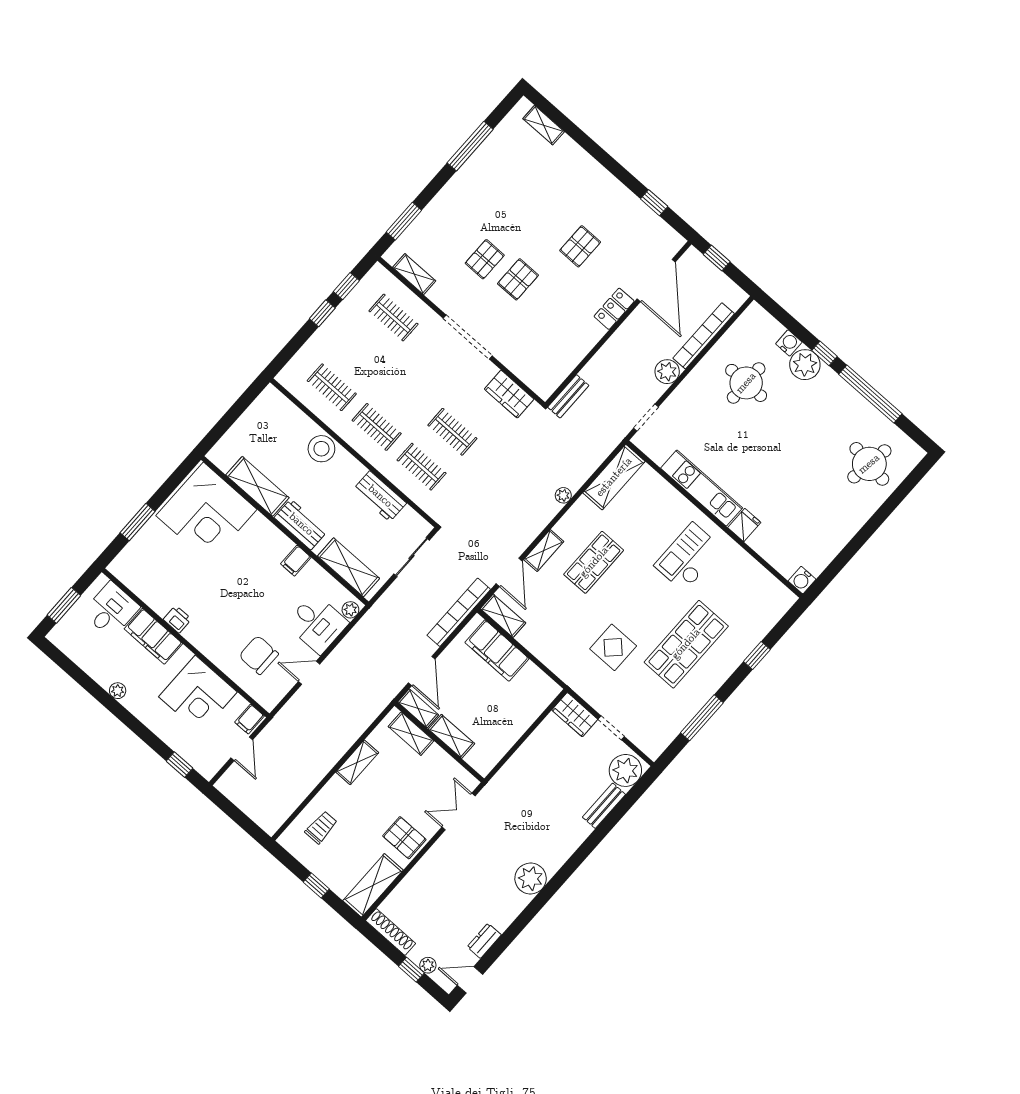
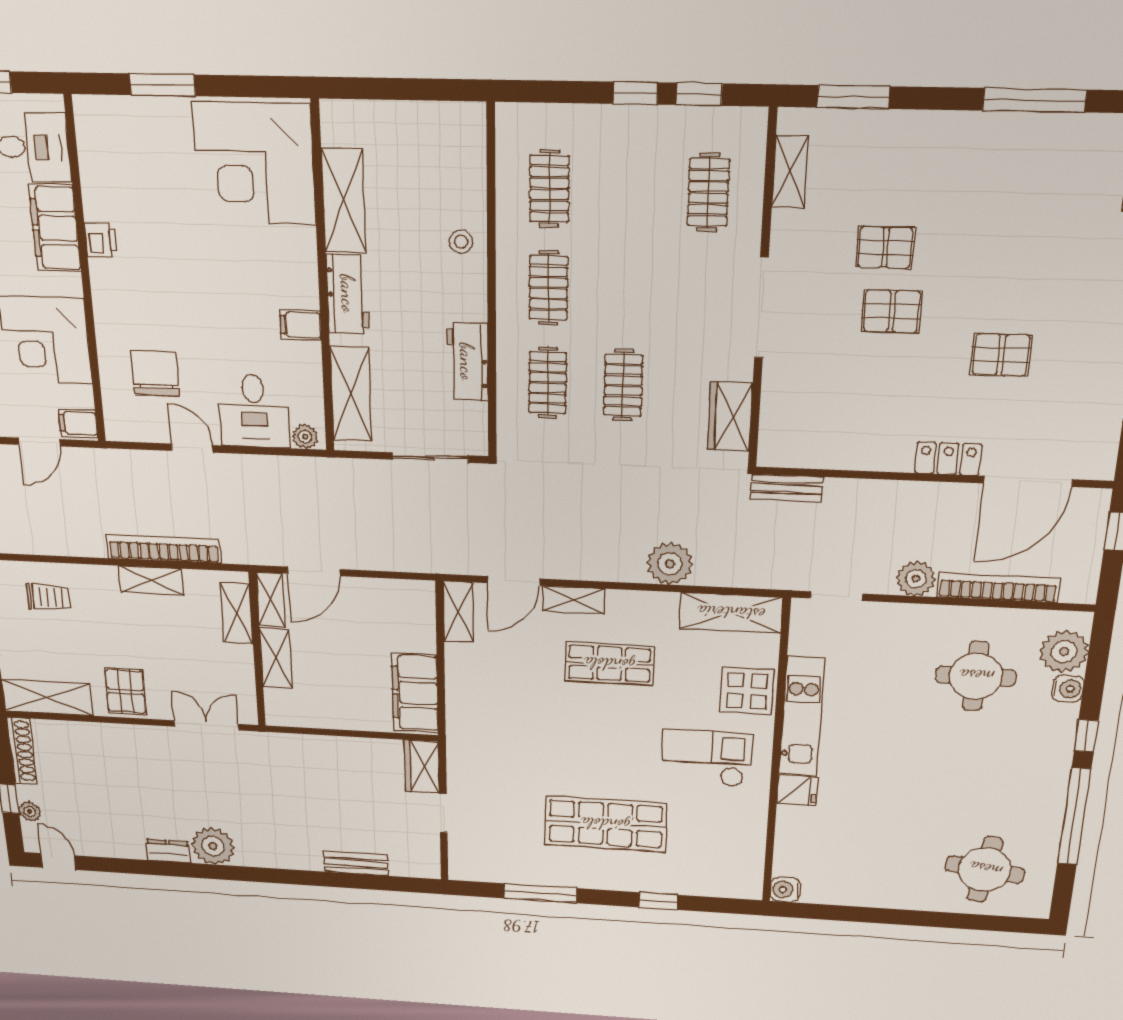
plant: (805, 365) -> (1064, 652), moved
stool: (321, 449) -> (461, 242), width x0.53, depth x0.53
plant: (563, 495) -> (670, 564), width x1.88, depth x1.88
bookcase: (459, 612) -> (164, 549), moved
display table: (613, 647) -> (747, 691), moved
filing cabinet: (497, 650) -> (415, 693), moved
plant: (625, 770) -> (413, 858), removed
dresser: (484, 941) -> (168, 851), moved

